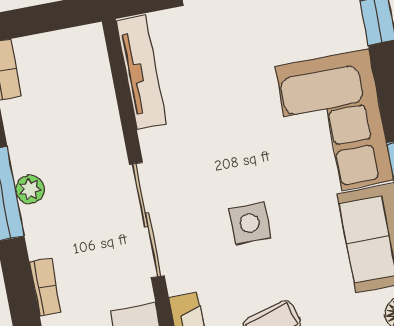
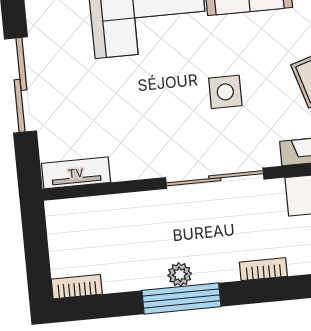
tv unit: (141, 72) -> (76, 173), width x0.71

